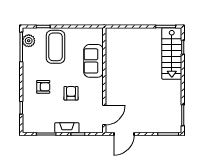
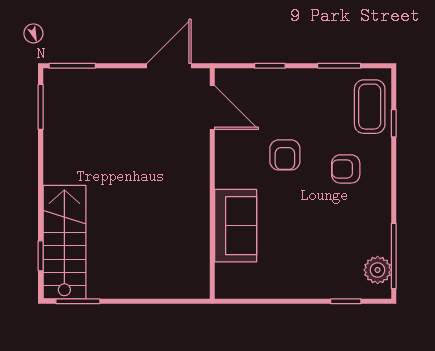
coffee table: (56, 47) -> (370, 107), moved, width x0.73, depth x0.76
door: (104, 115) -> (212, 107), swing flipped
fireplace: (67, 128) -> (294, 80), removed

